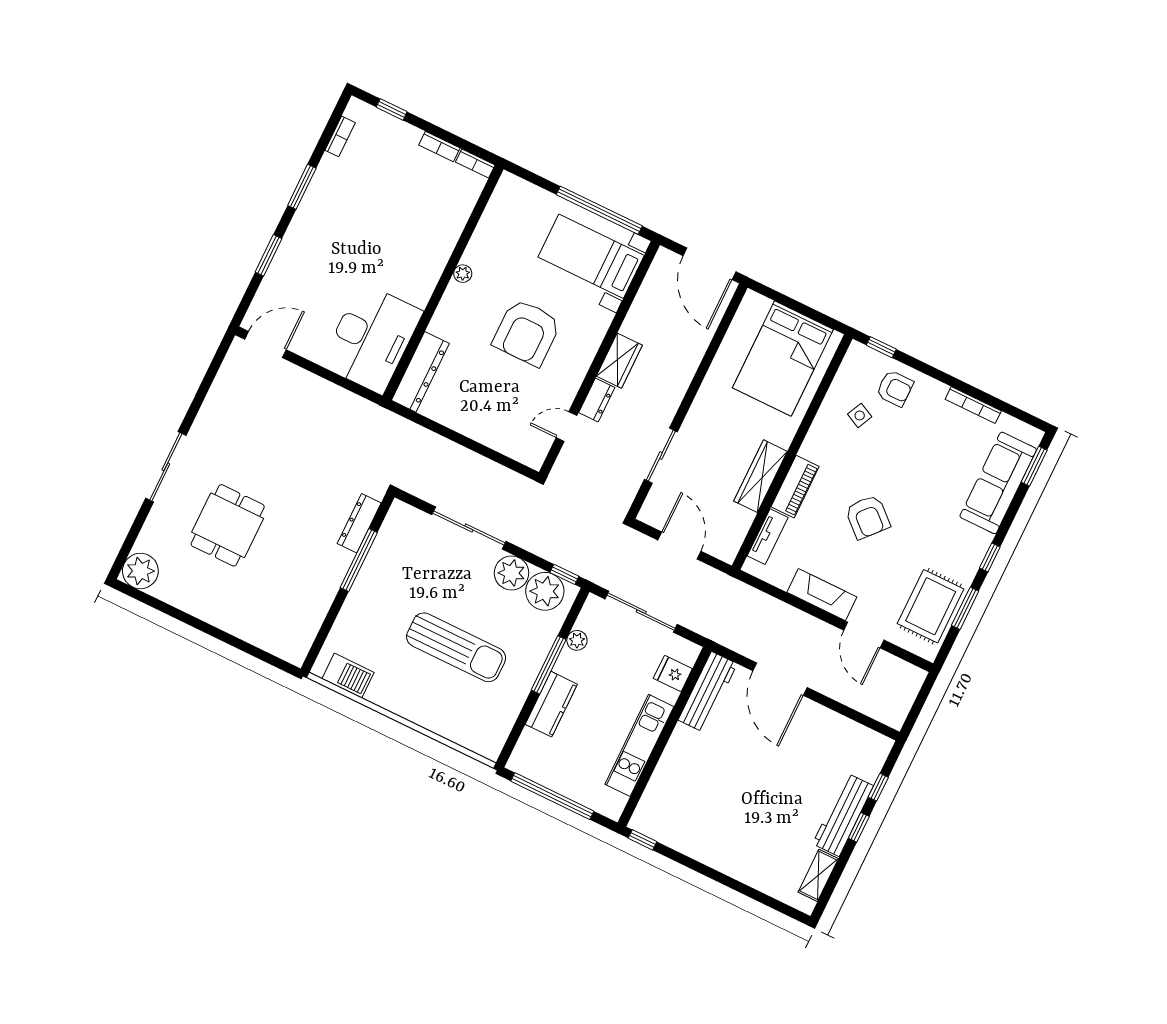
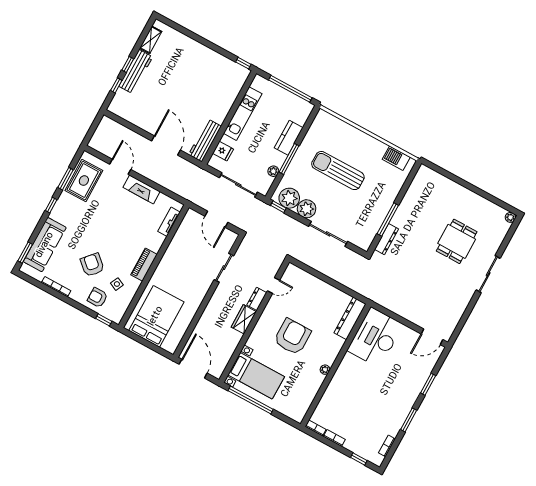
wardrobe: (761, 476) -> (171, 254), removed
piano: (795, 487) -> (144, 265), moved
armchair: (868, 517) -> (92, 265), moved
plant: (140, 571) -> (510, 217), width x0.53, depth x0.53

